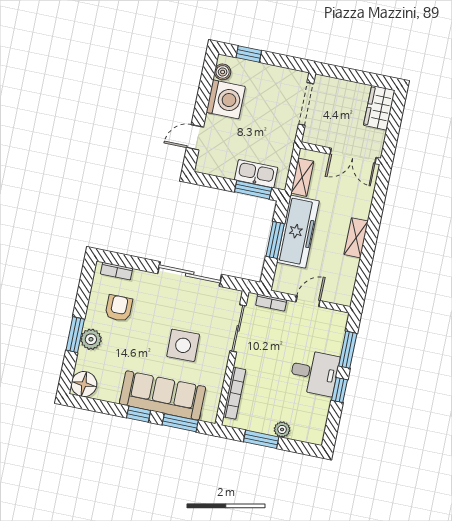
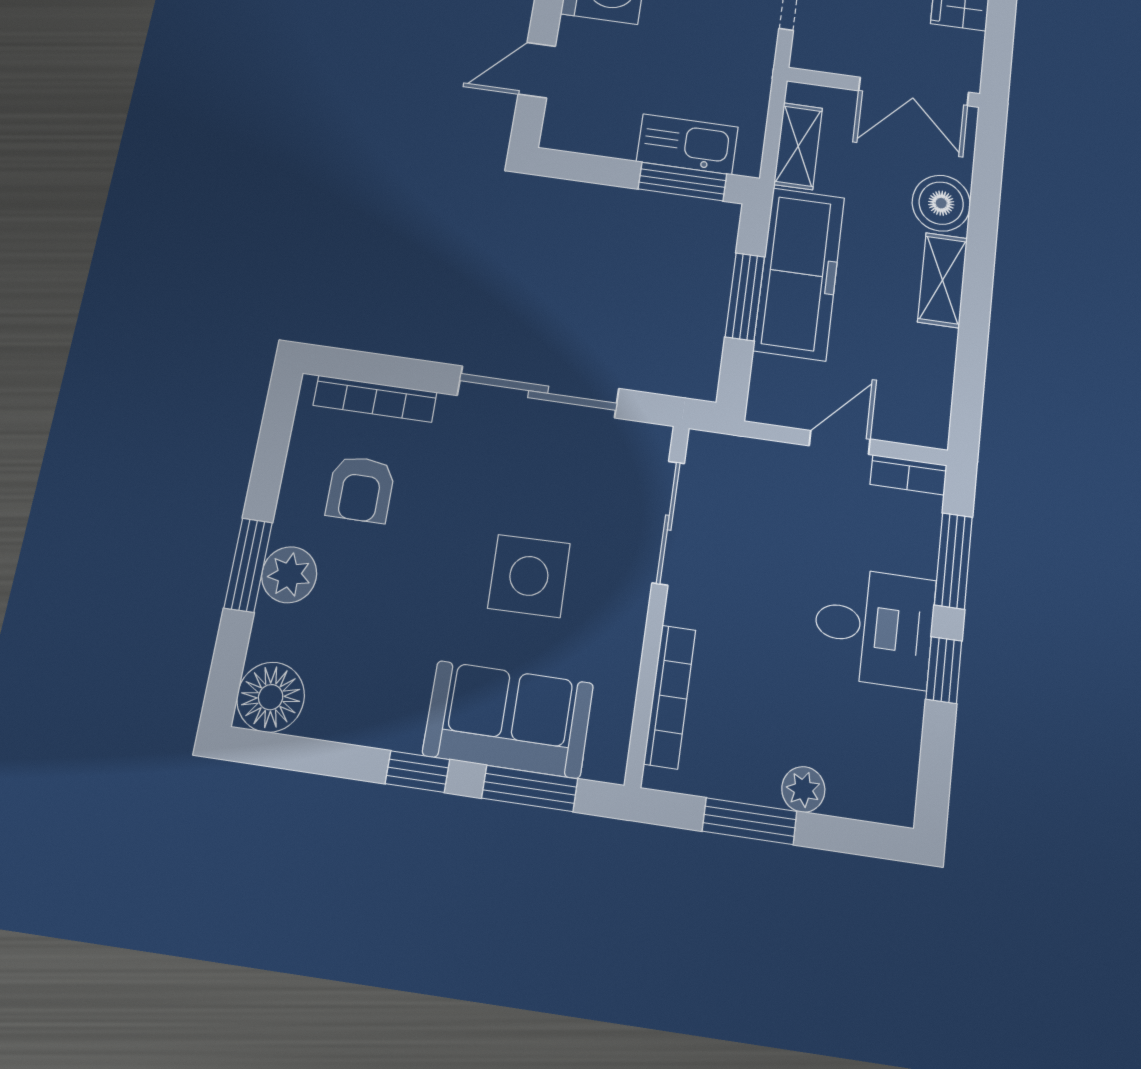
boiler: (359, 205) -> (941, 203), added
bookcase: (117, 271) -> (375, 399), width x1.56
bookcase: (271, 303) -> (908, 475), moved
armchair: (119, 308) -> (361, 489), turned 180
sofa: (162, 395) -> (508, 719), width x0.73

